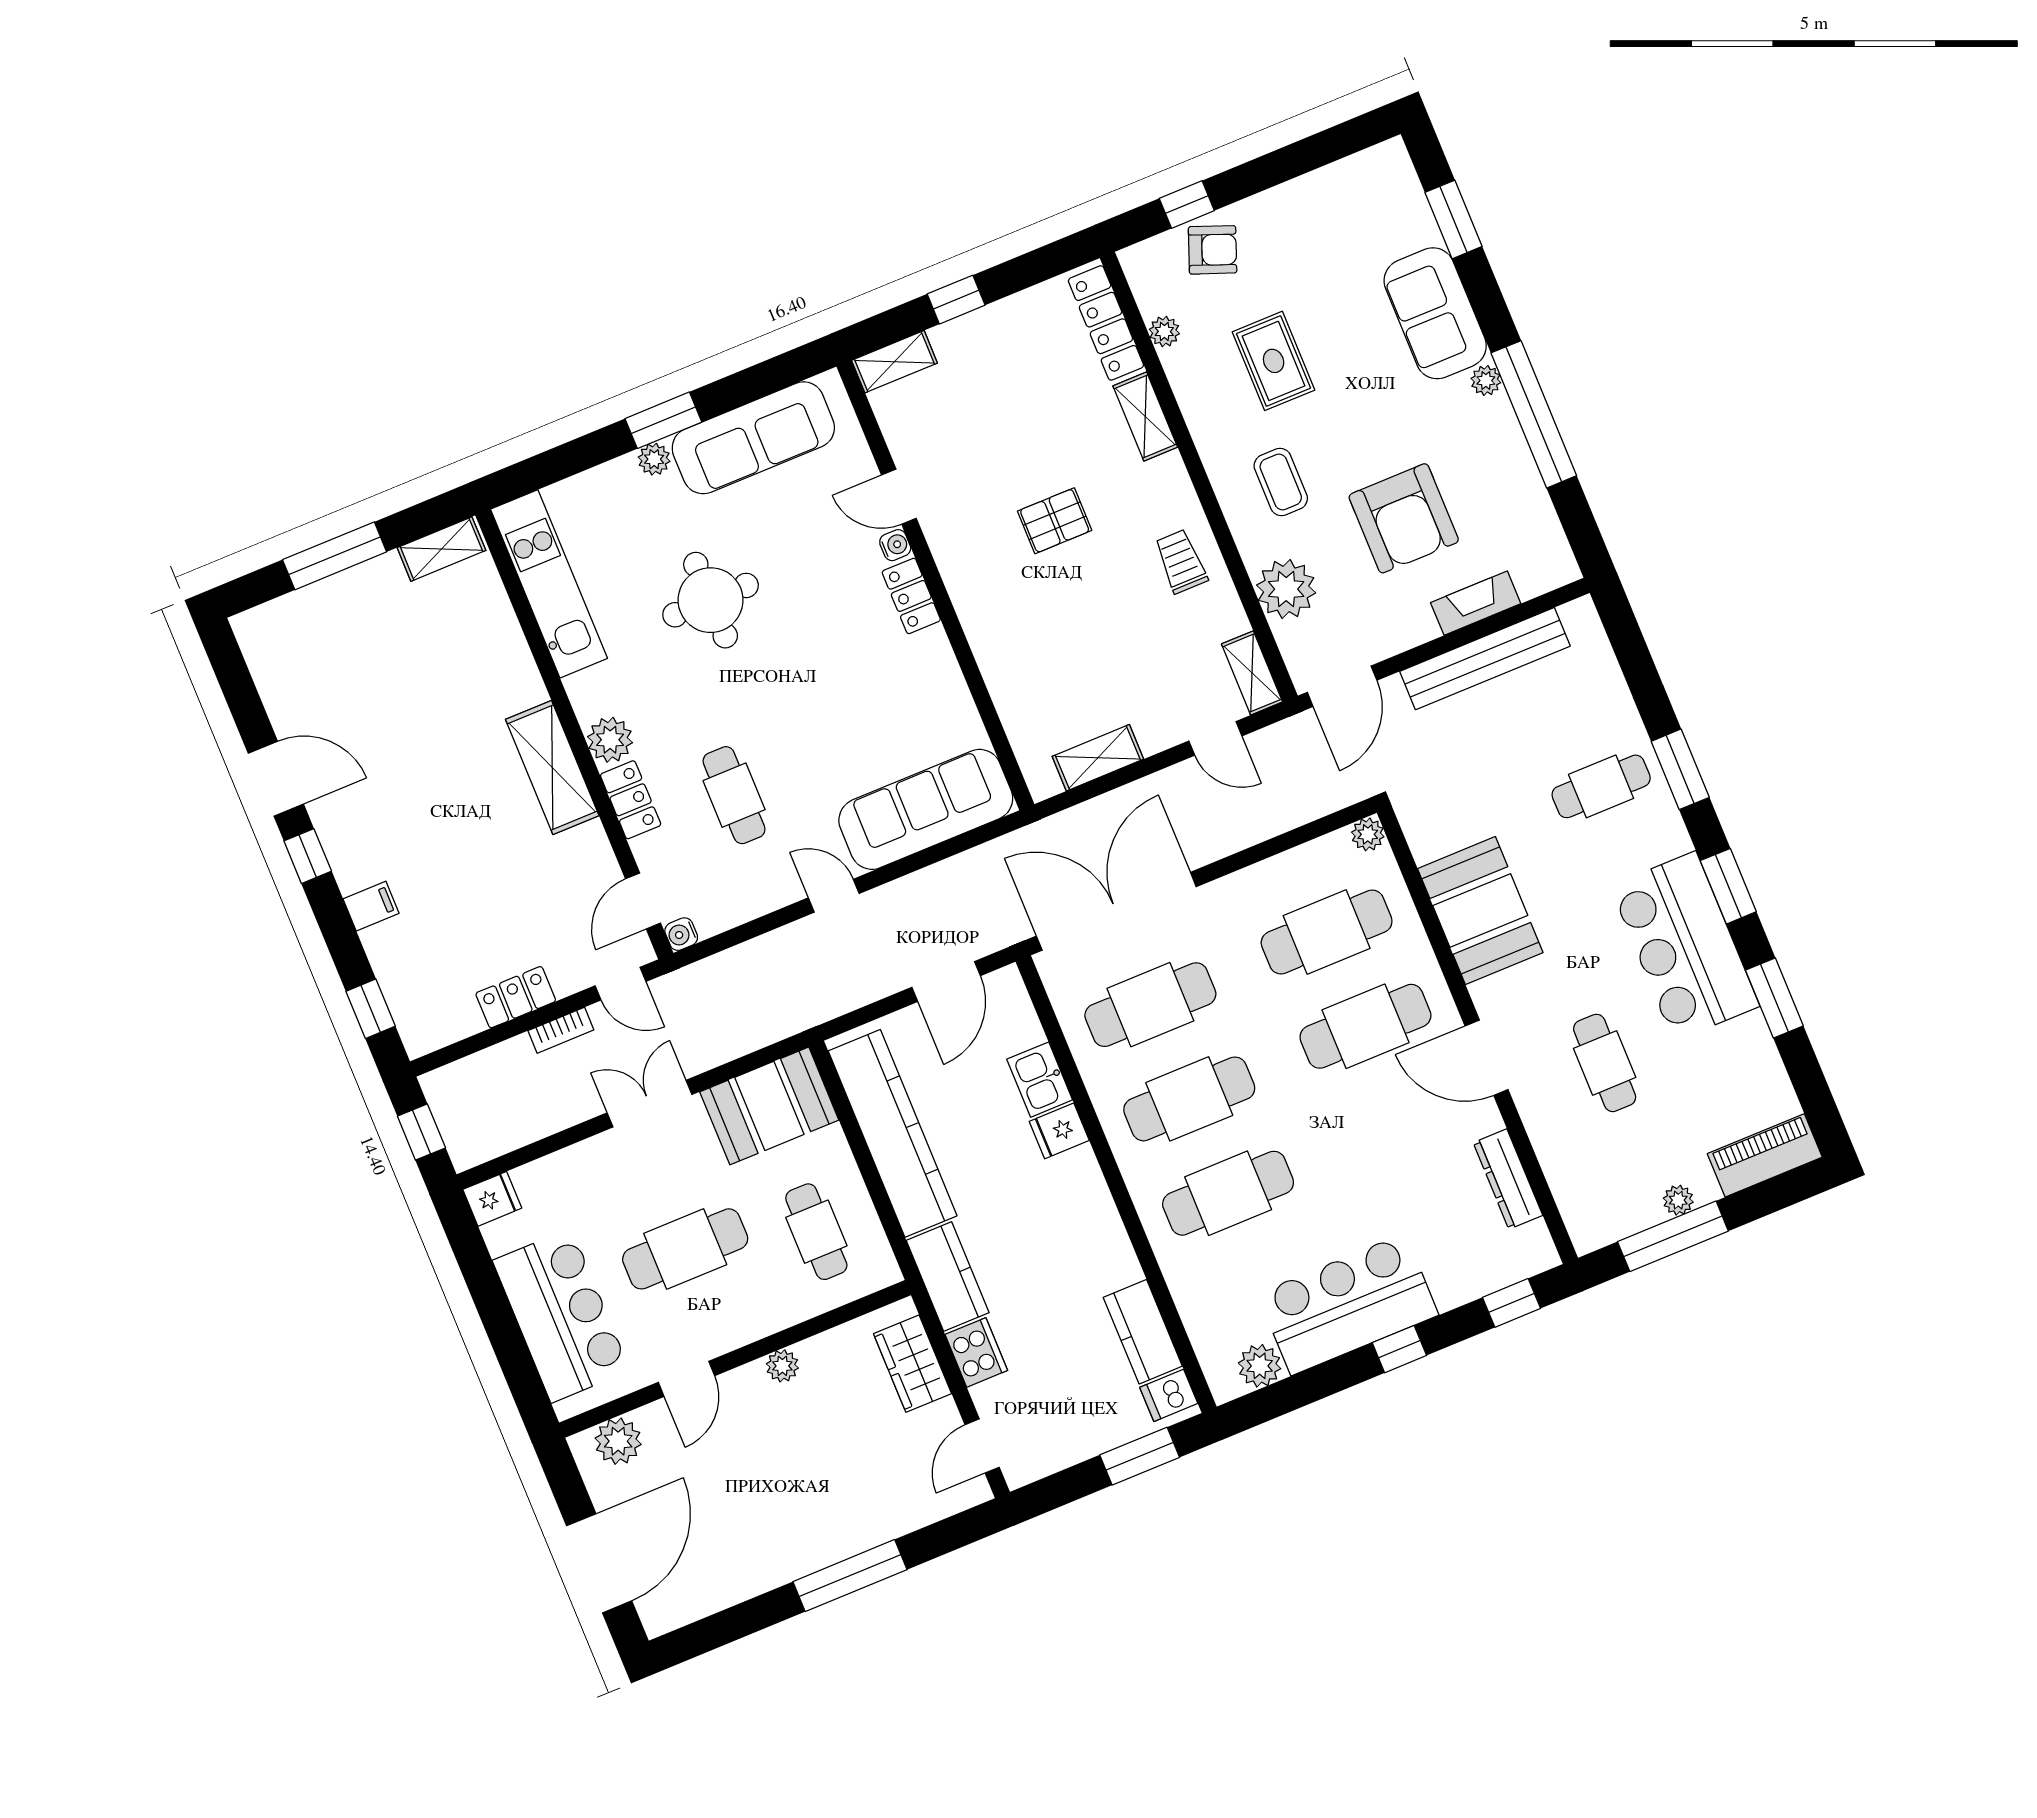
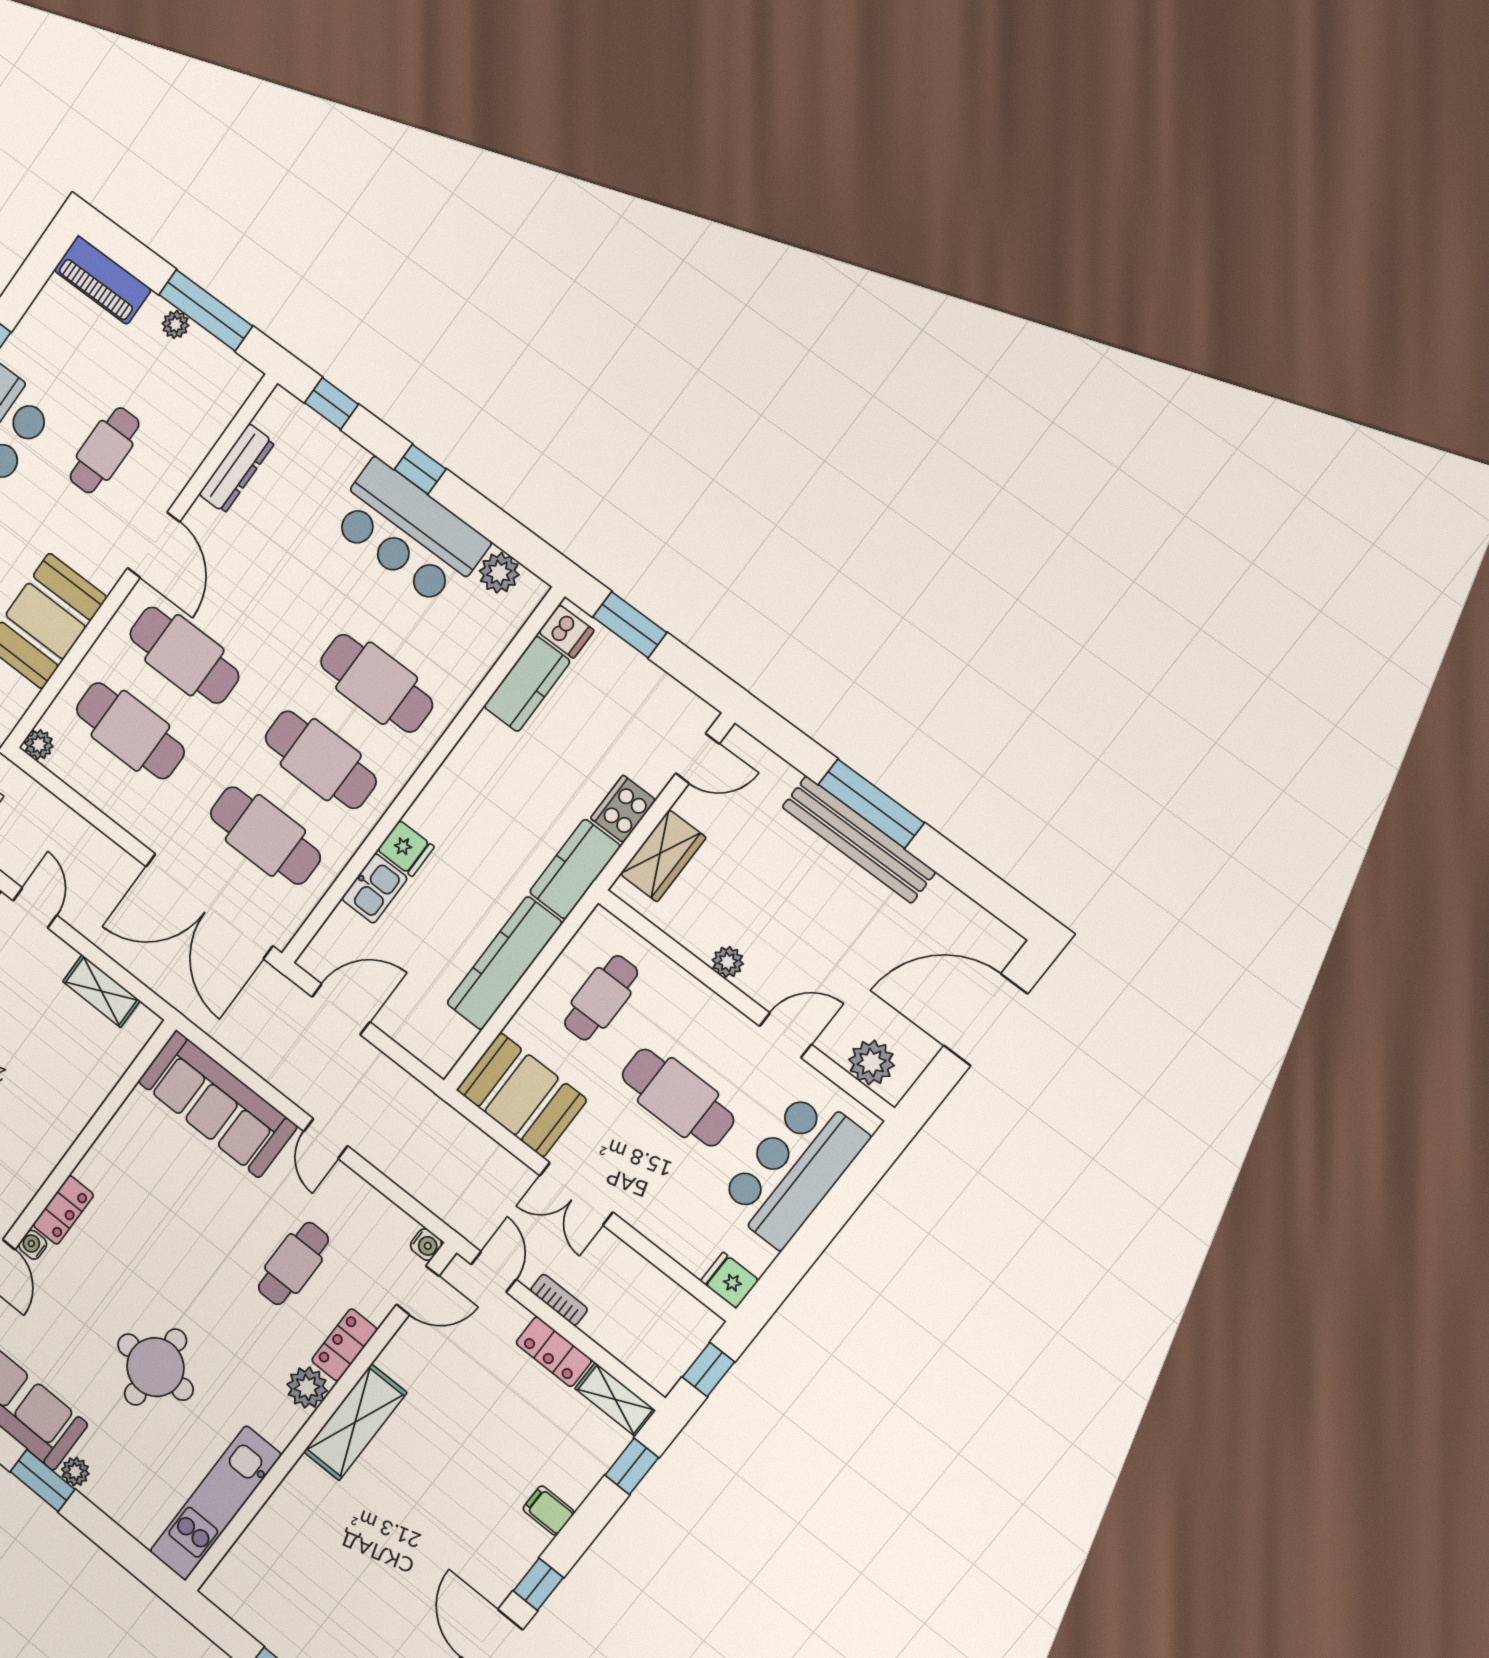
shelving: (441, 549) -> (615, 1399), moved
kitchen counter: (893, 1133) -> (504, 963), width x0.72, depth x0.86
bench: (824, 1546) -> (859, 839), added

